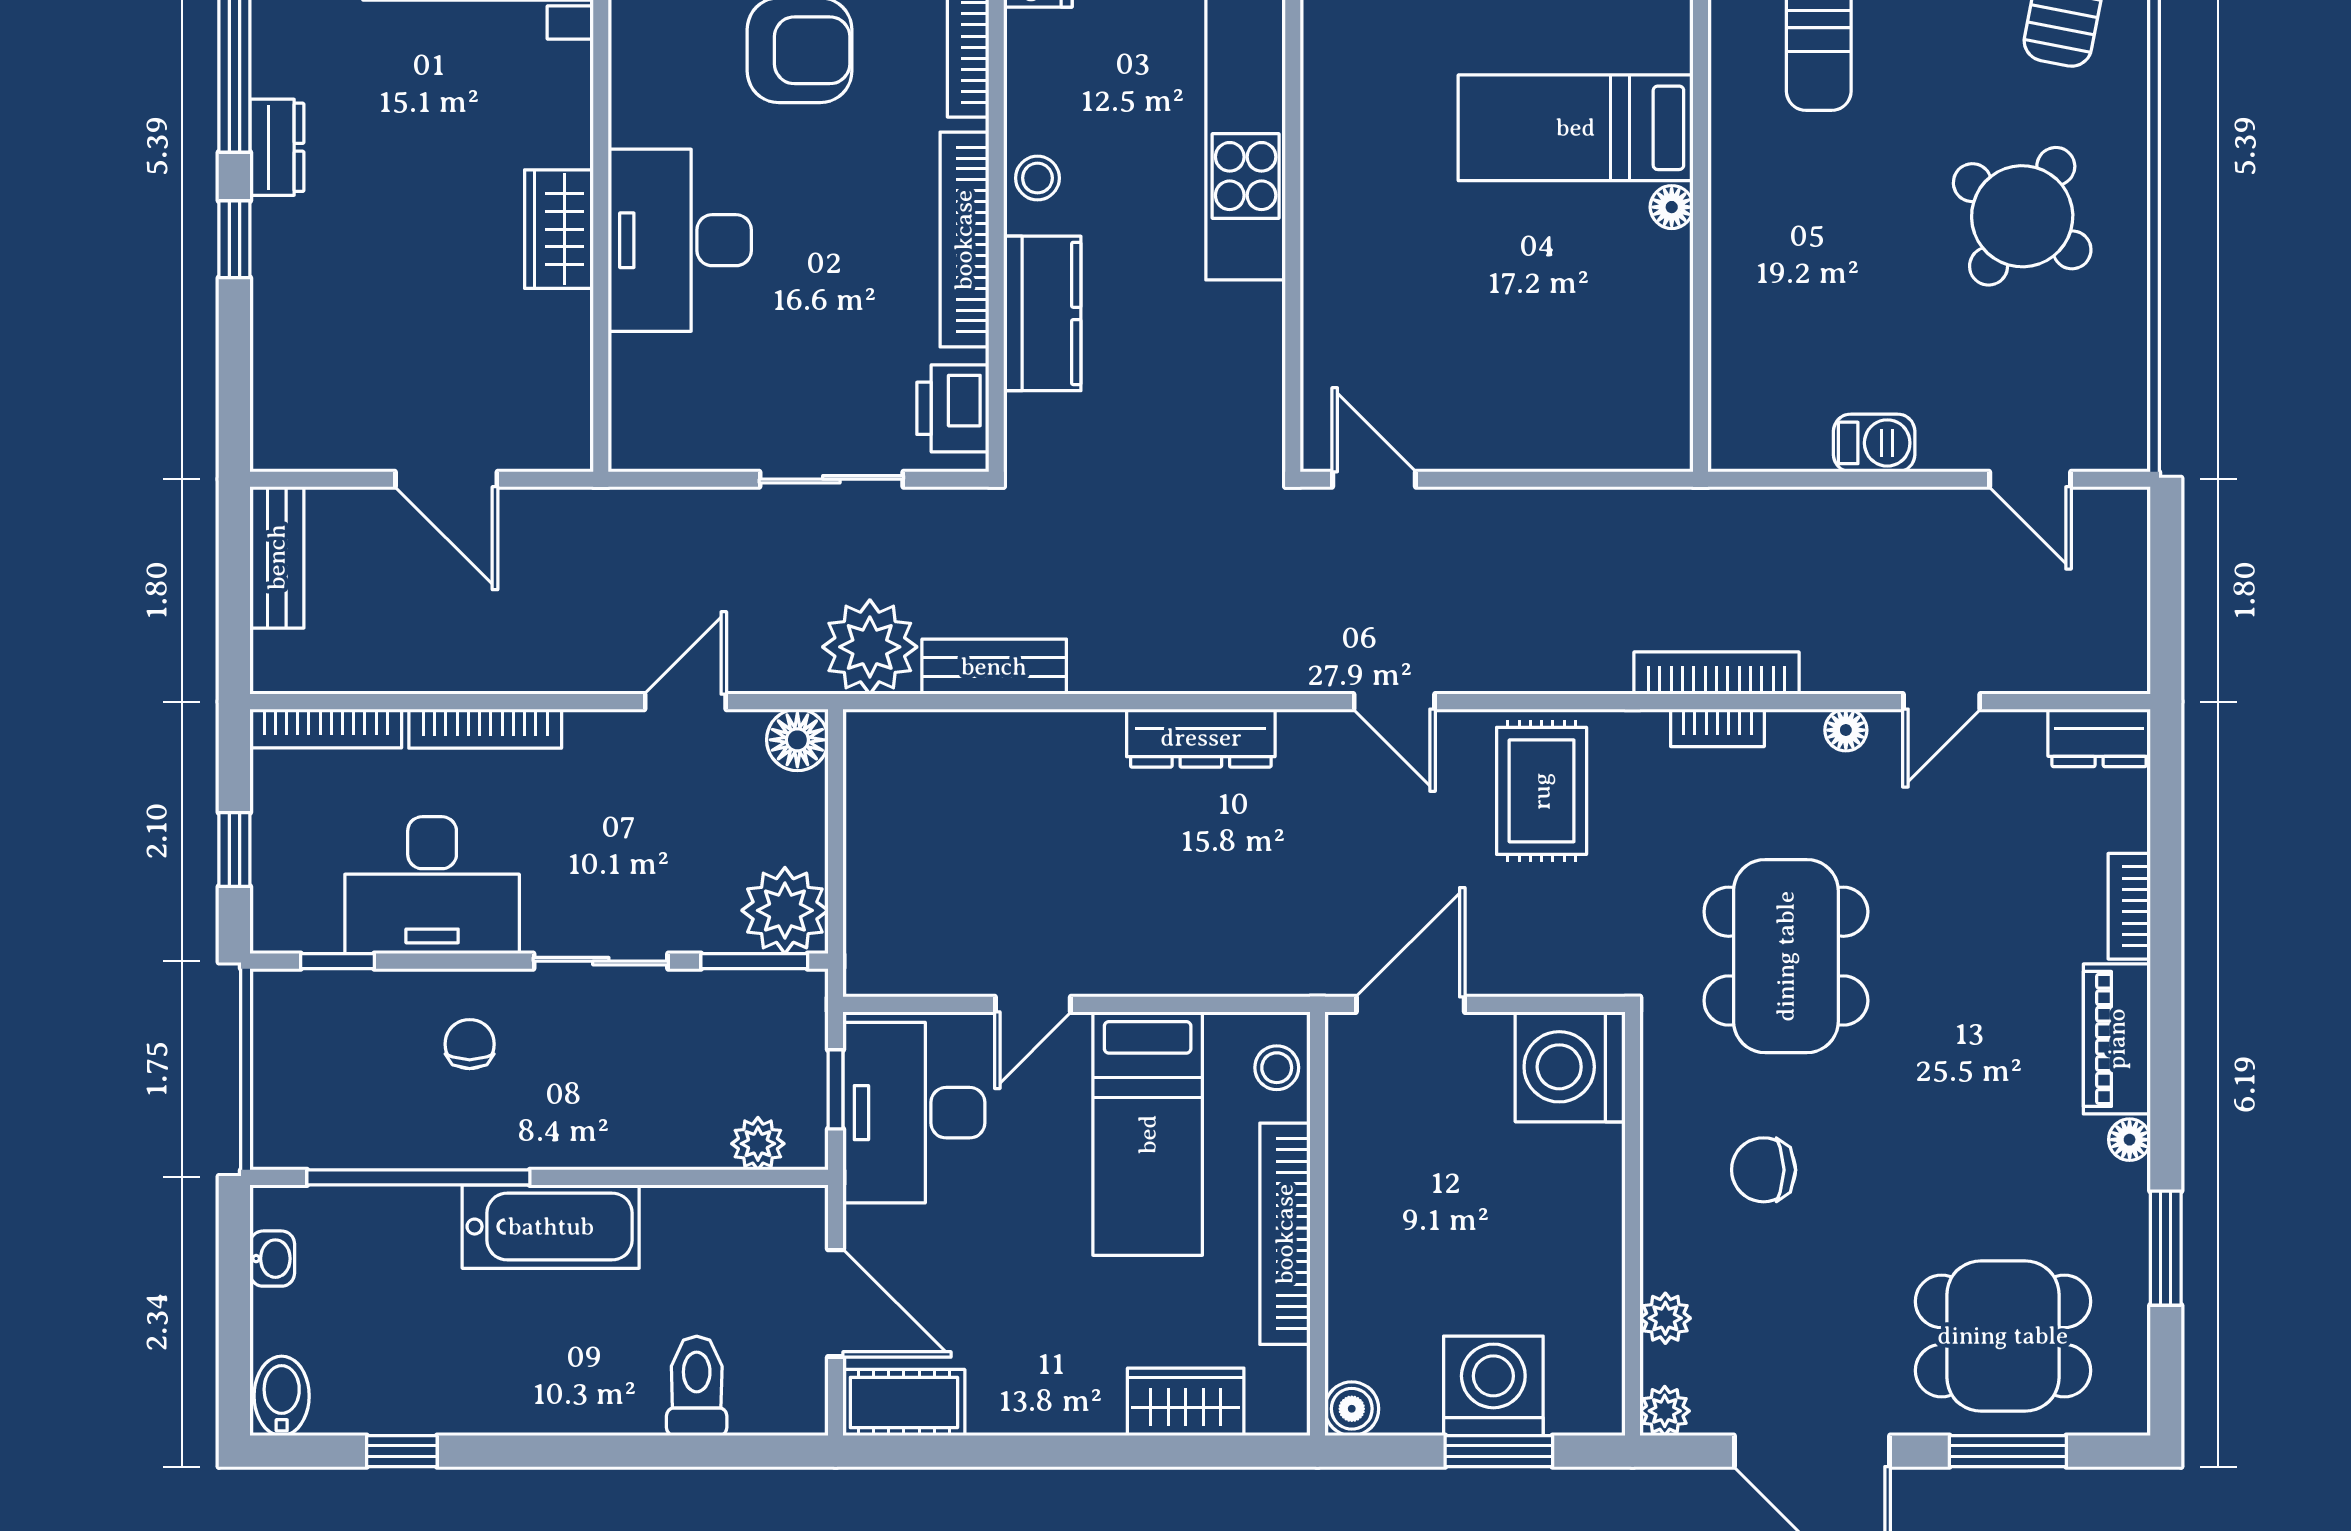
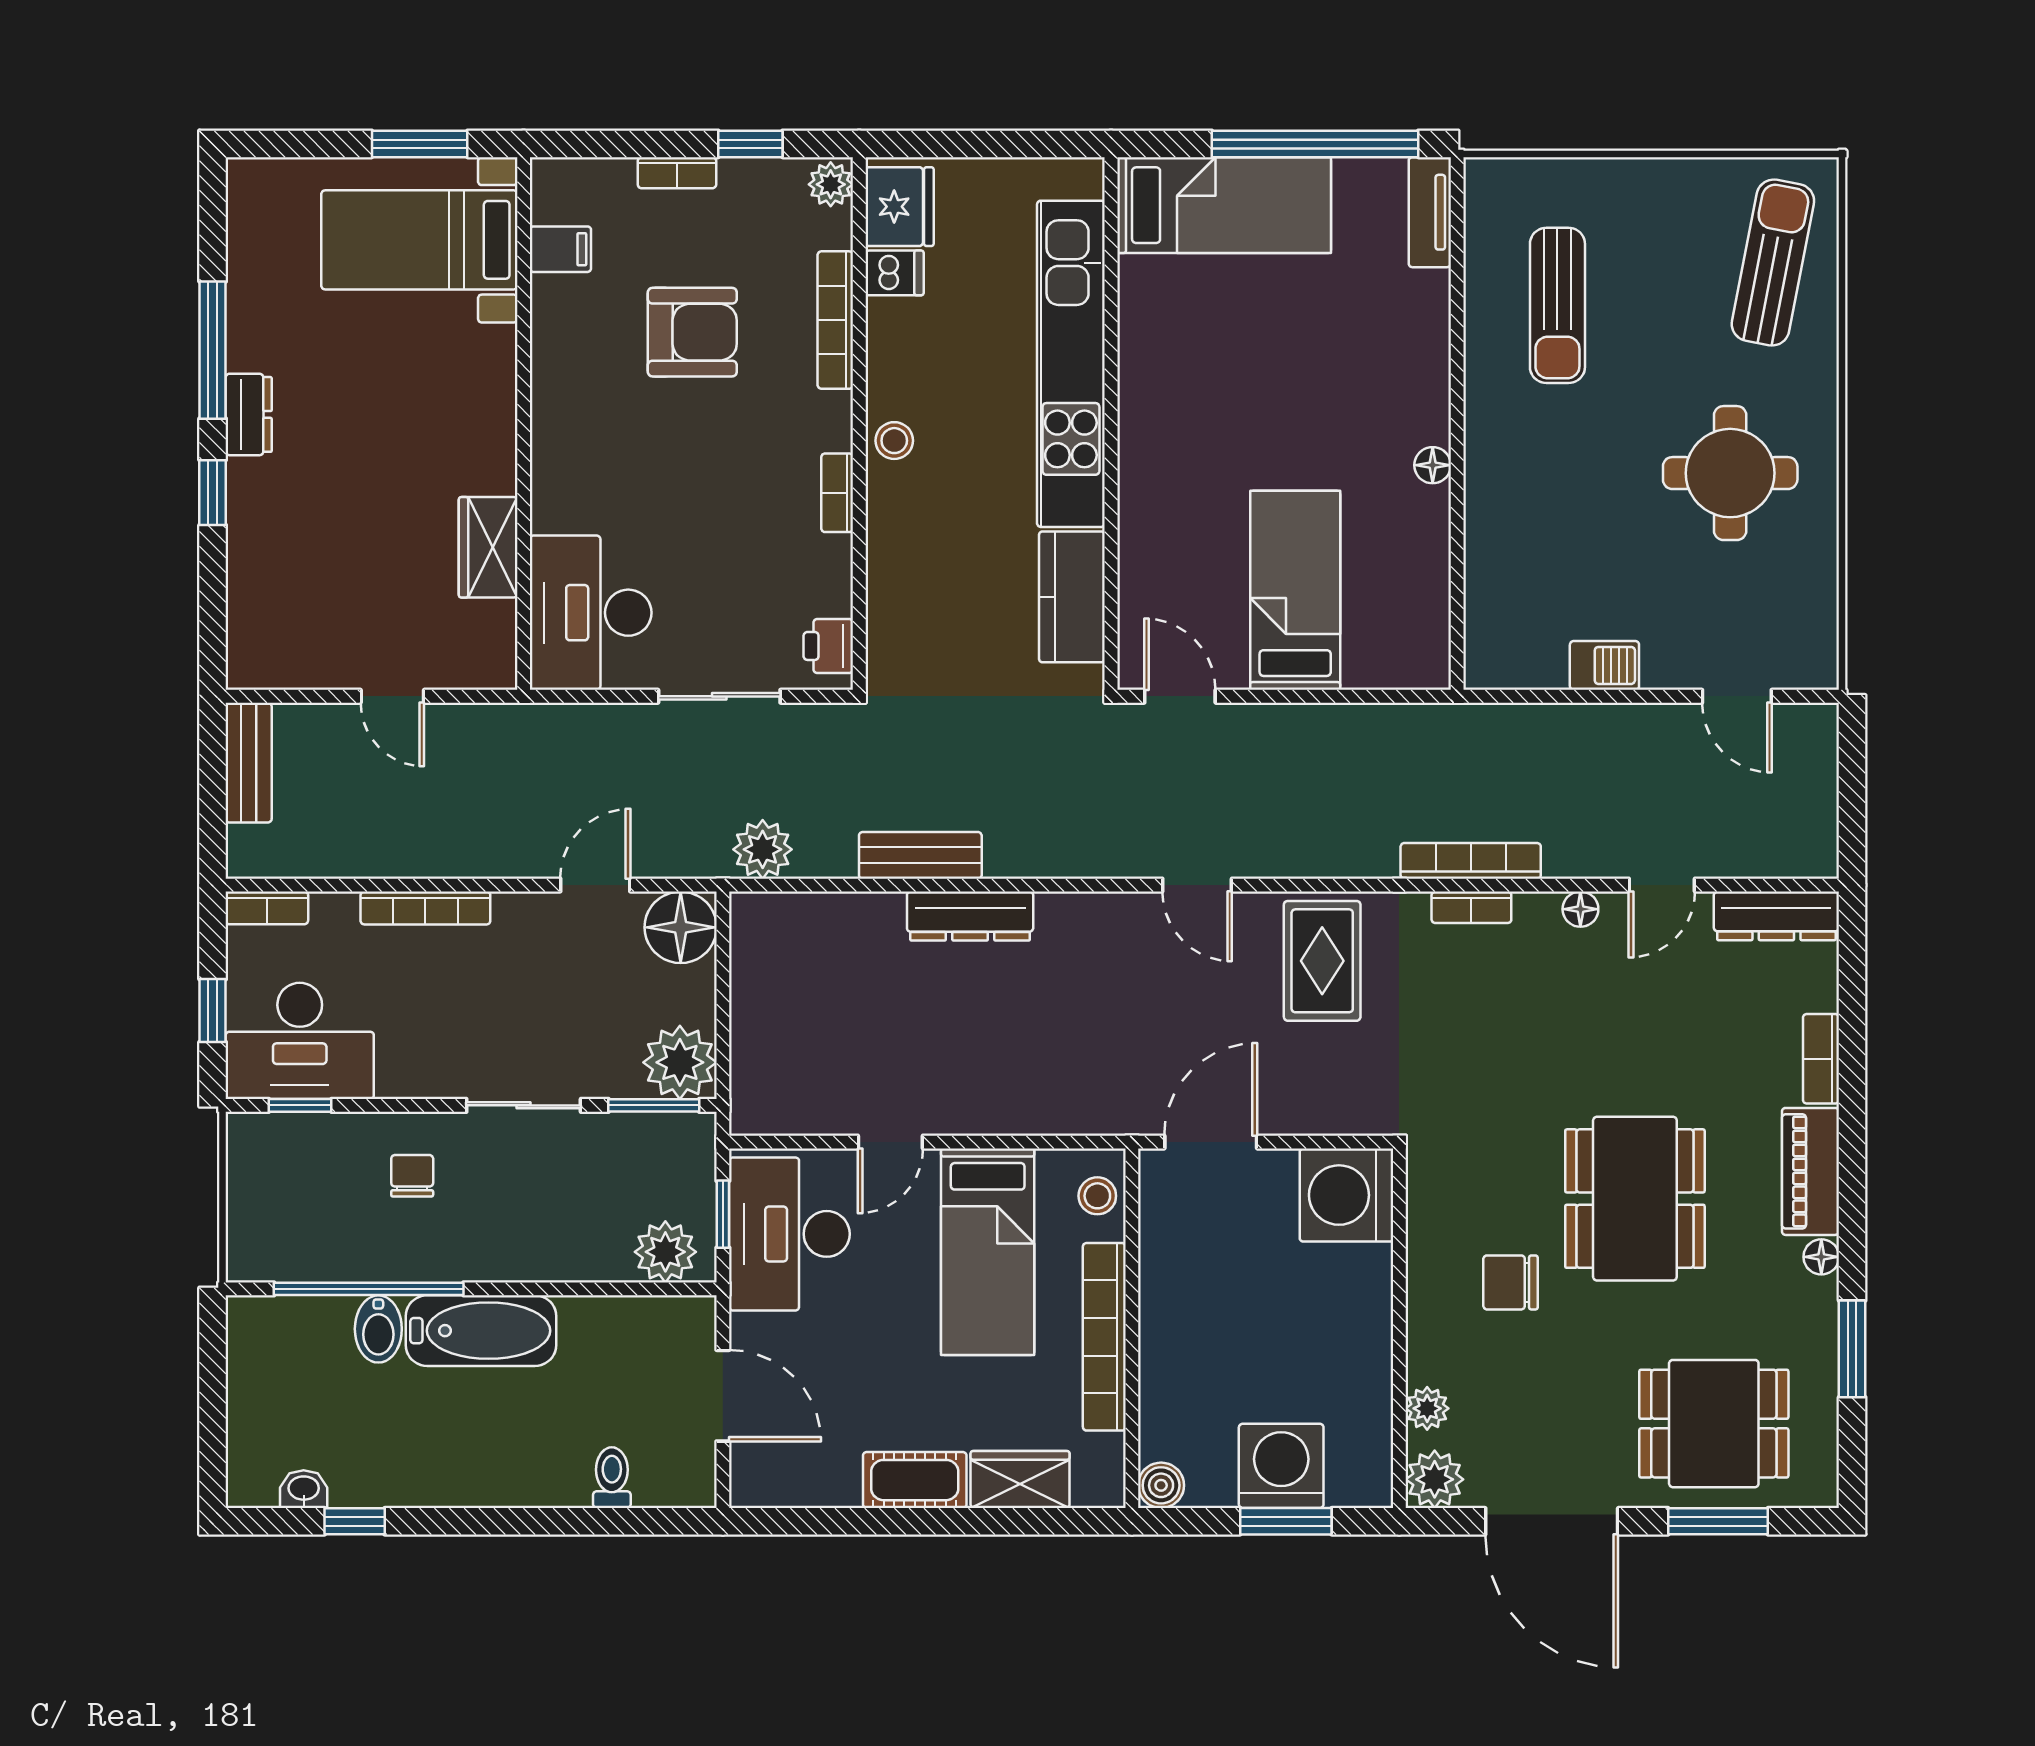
bed: (1576, 128) -> (1295, 590), moved, turned 90
round table: (2022, 216) -> (1730, 473), turned -34
wardrobe: (559, 229) -> (488, 547), moved
desk: (680, 240) -> (591, 613), moved
bookcase: (964, 240) -> (837, 493), width x0.43, depth x0.76
kitchen counter: (1042, 313) -> (1072, 597), moved, turned 180
printer: (953, 408) -> (828, 646), width x0.73, depth x0.81
door: (446, 479) -> (392, 696), width x0.73
plant: (870, 647) -> (763, 849), width x0.73, depth x0.73
bench: (994, 667) -> (920, 855), moved
bookcase: (326, 728) -> (267, 908), width x0.64
dresser: (1201, 738) -> (970, 916), moved
dresser: (2099, 738) -> (1776, 916), width x1.44
floor lamp: (797, 740) -> (681, 927), width x1.38, depth x1.38
desk: (432, 885) -> (300, 1041), moved
dining table: (1786, 956) -> (1635, 1199), moved
plant: (758, 1144) -> (665, 1252), width x1.38, depth x1.38
washbasin: (272, 1259) -> (304, 1489), moved, turned -90
toilet: (697, 1386) -> (612, 1478), width x0.73, depth x0.72
bidet: (282, 1396) -> (378, 1329), moved, turned 180
cot: (904, 1403) -> (915, 1480), moved
plant: (1665, 1411) -> (1435, 1479), width x1.38, depth x1.38

